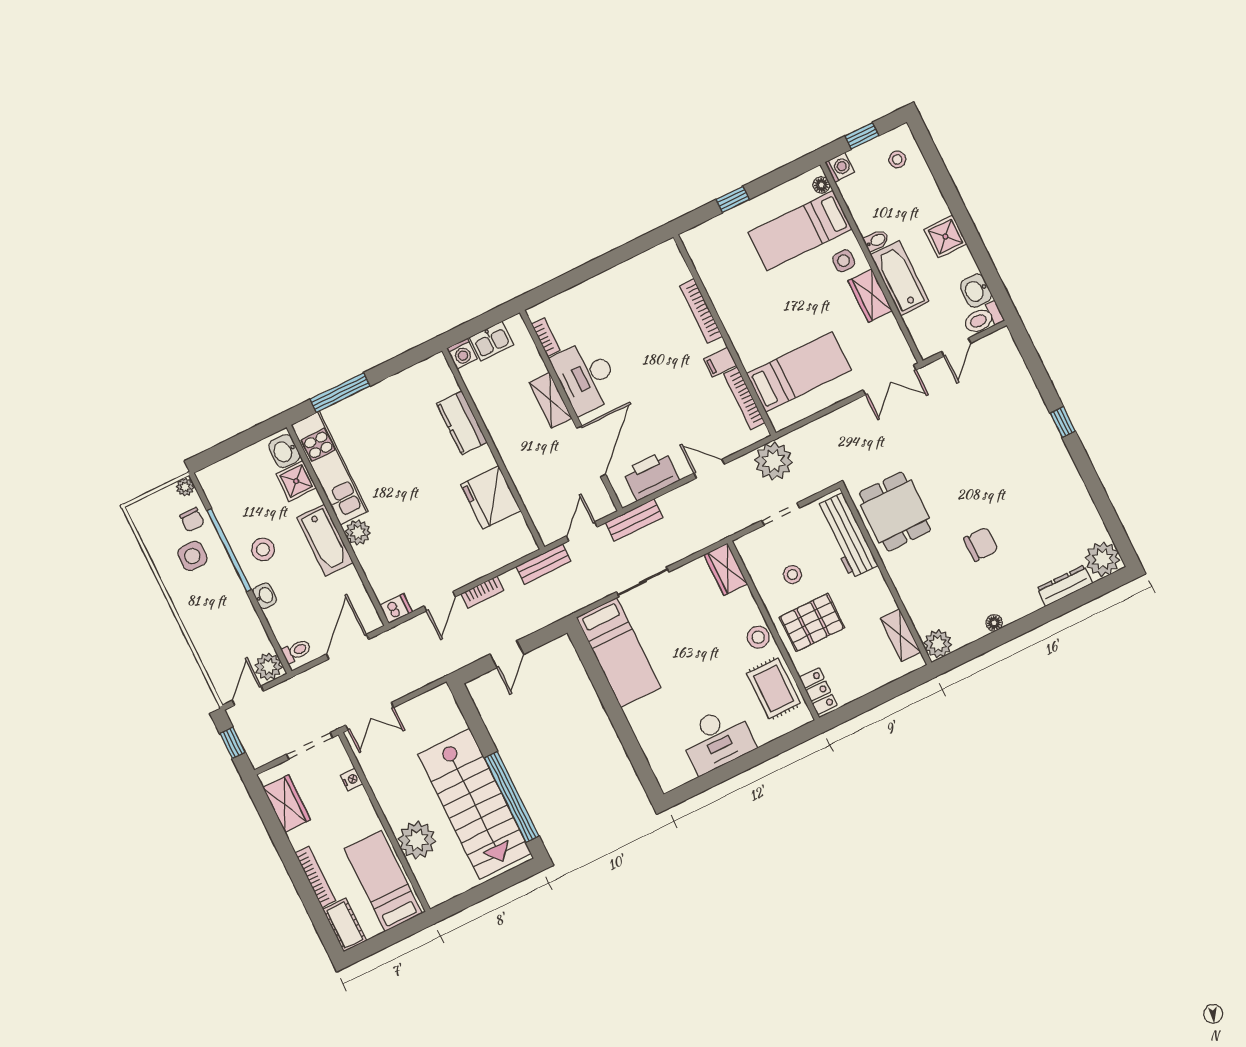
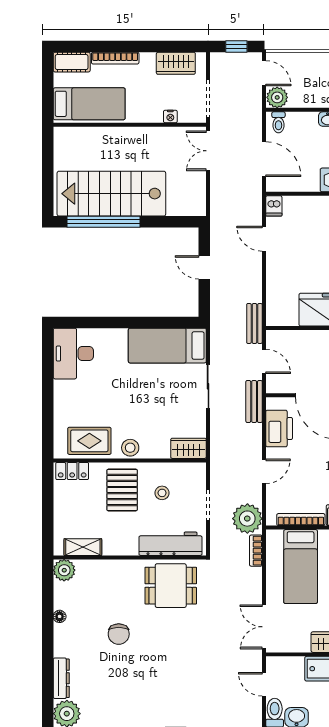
bookcase: (482, 592) -> (256, 551), moved
desk: (717, 739) -> (73, 354), moved
plant: (417, 840) -> (106, 141), removed

